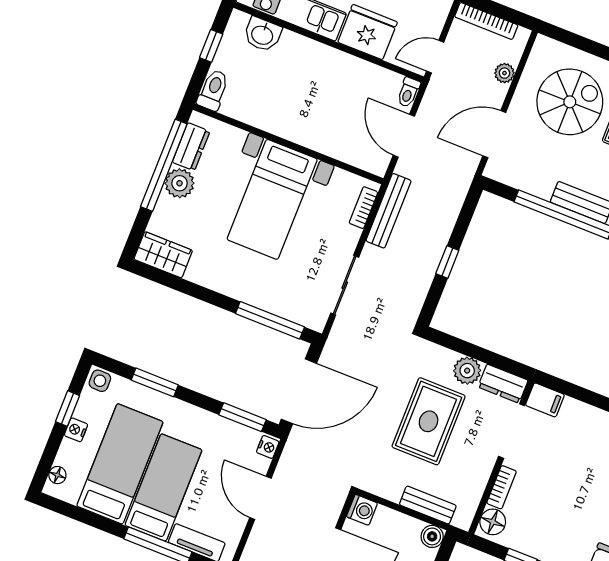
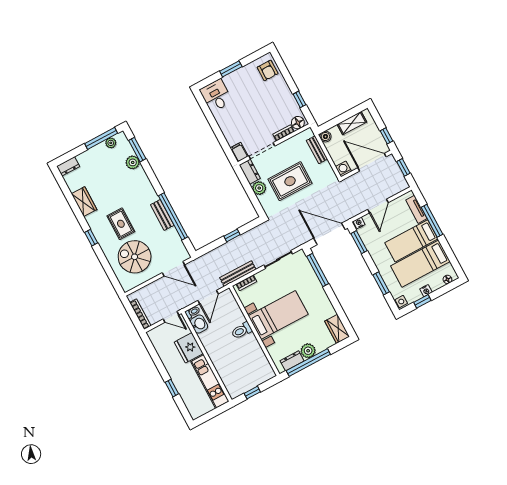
washbasin: (262, 34) -> (199, 324), moved
plant: (504, 73) -> (150, 289), removed
toilet: (213, 90) -> (242, 331), moved

